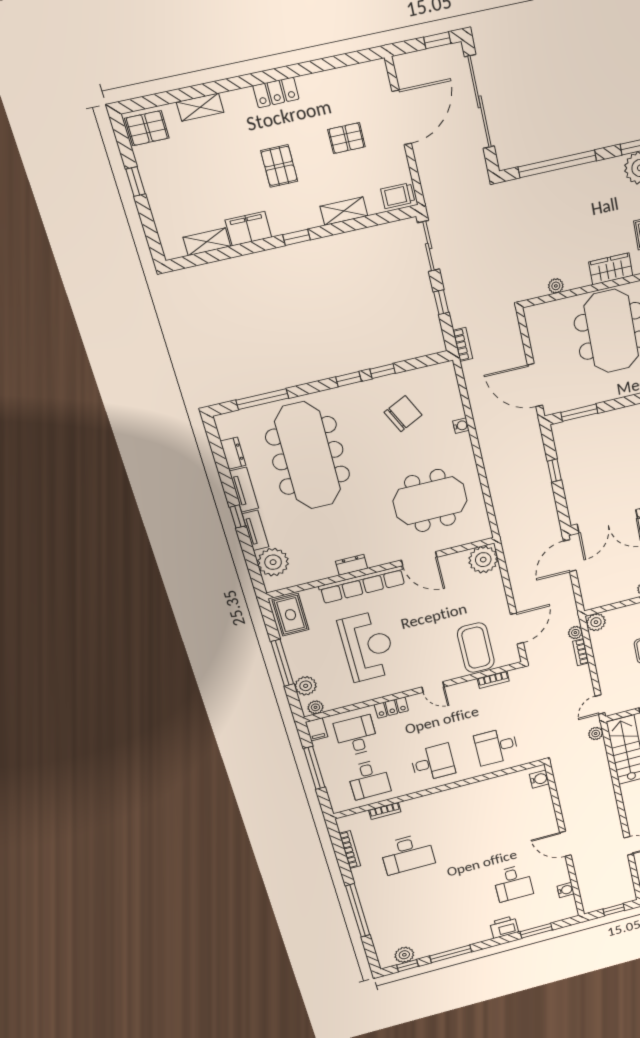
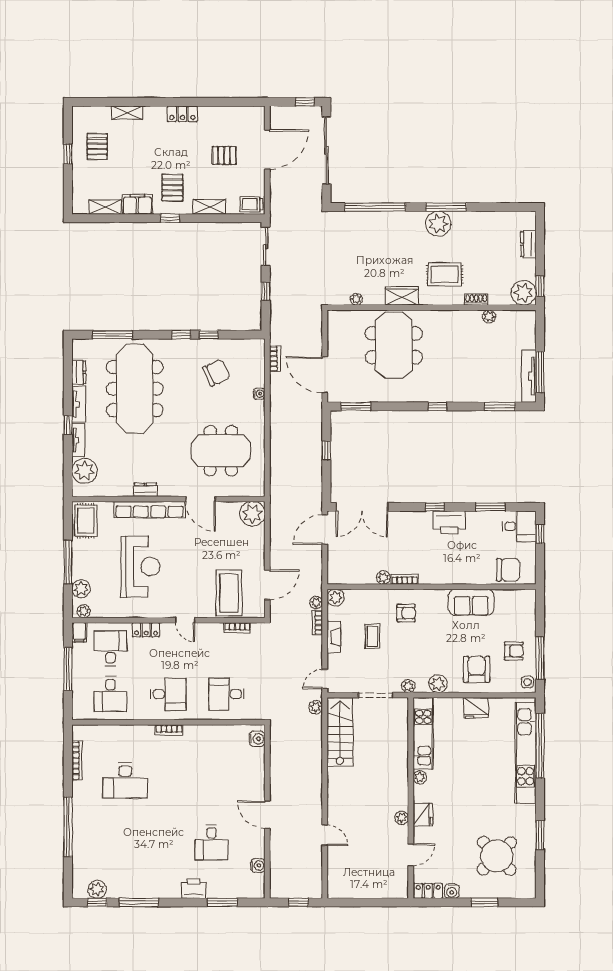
pallet: (147, 128) -> (97, 146), moved, turned 90
pallet: (279, 166) -> (172, 188), moved
bookcase: (463, 344) -> (275, 359), moved
fireplace: (602, 662) -> (334, 637), added
bookcase: (385, 811) -> (169, 730), moved

